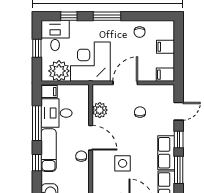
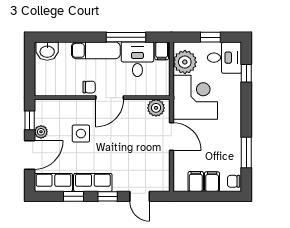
window: (107, 16) -> (246, 153), moved
chair: (140, 32) -> (234, 181), moved
filing cabinet: (165, 75) -> (196, 181), moved
plant: (100, 110) -> (156, 108), moved
chair: (140, 112) -> (139, 153), removed
window: (37, 163) -> (82, 37), removed
window: (179, 170) -> (74, 196), width x0.67

